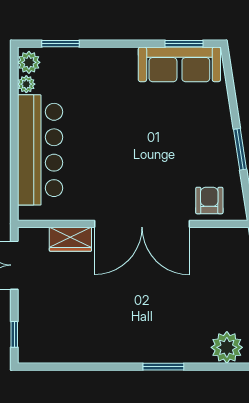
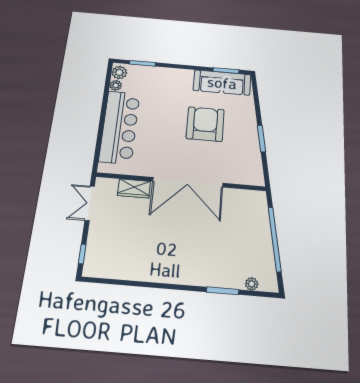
armchair: (209, 201) -> (205, 124), moved, width x1.88, depth x1.88
plant: (227, 347) -> (252, 284), width x0.53, depth x0.53
window: (163, 367) -> (223, 291), moved

